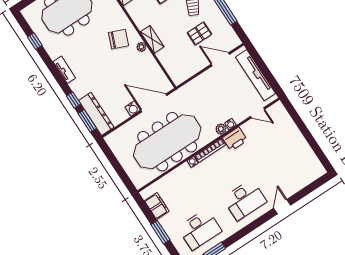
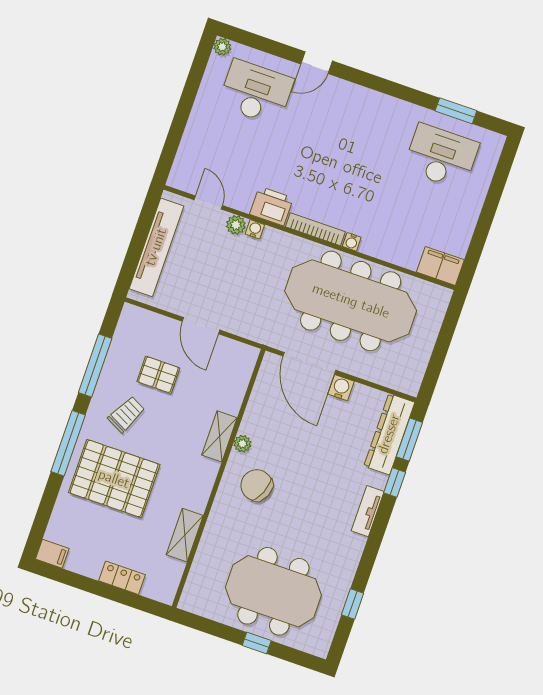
door: (220, 59) -> (201, 326), moved
tv unit: (64, 70) -> (368, 511), moved
plant: (221, 129) -> (236, 225), moved
plant: (321, 171) -> (222, 47), added
desk: (245, 200) -> (256, 92), moved
filing cabinet: (157, 206) -> (440, 266), moved, turned 90
window: (160, 232) -> (489, 210), removed

